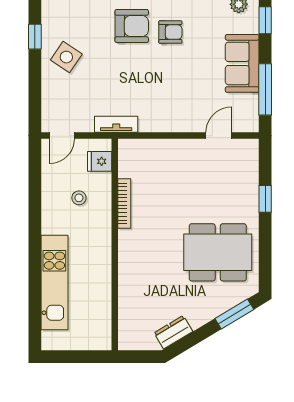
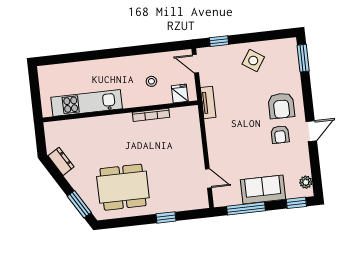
window: (35, 37) -> (219, 41), moved
dining table: (218, 252) -> (123, 187), turned 90
kitchen unit: (54, 282) -> (87, 103), moved, turned 180

